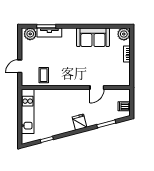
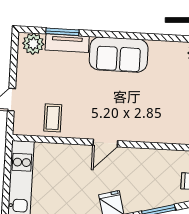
sofa: (93, 37) -> (119, 55), moved
door: (97, 87) -> (105, 143), moved

